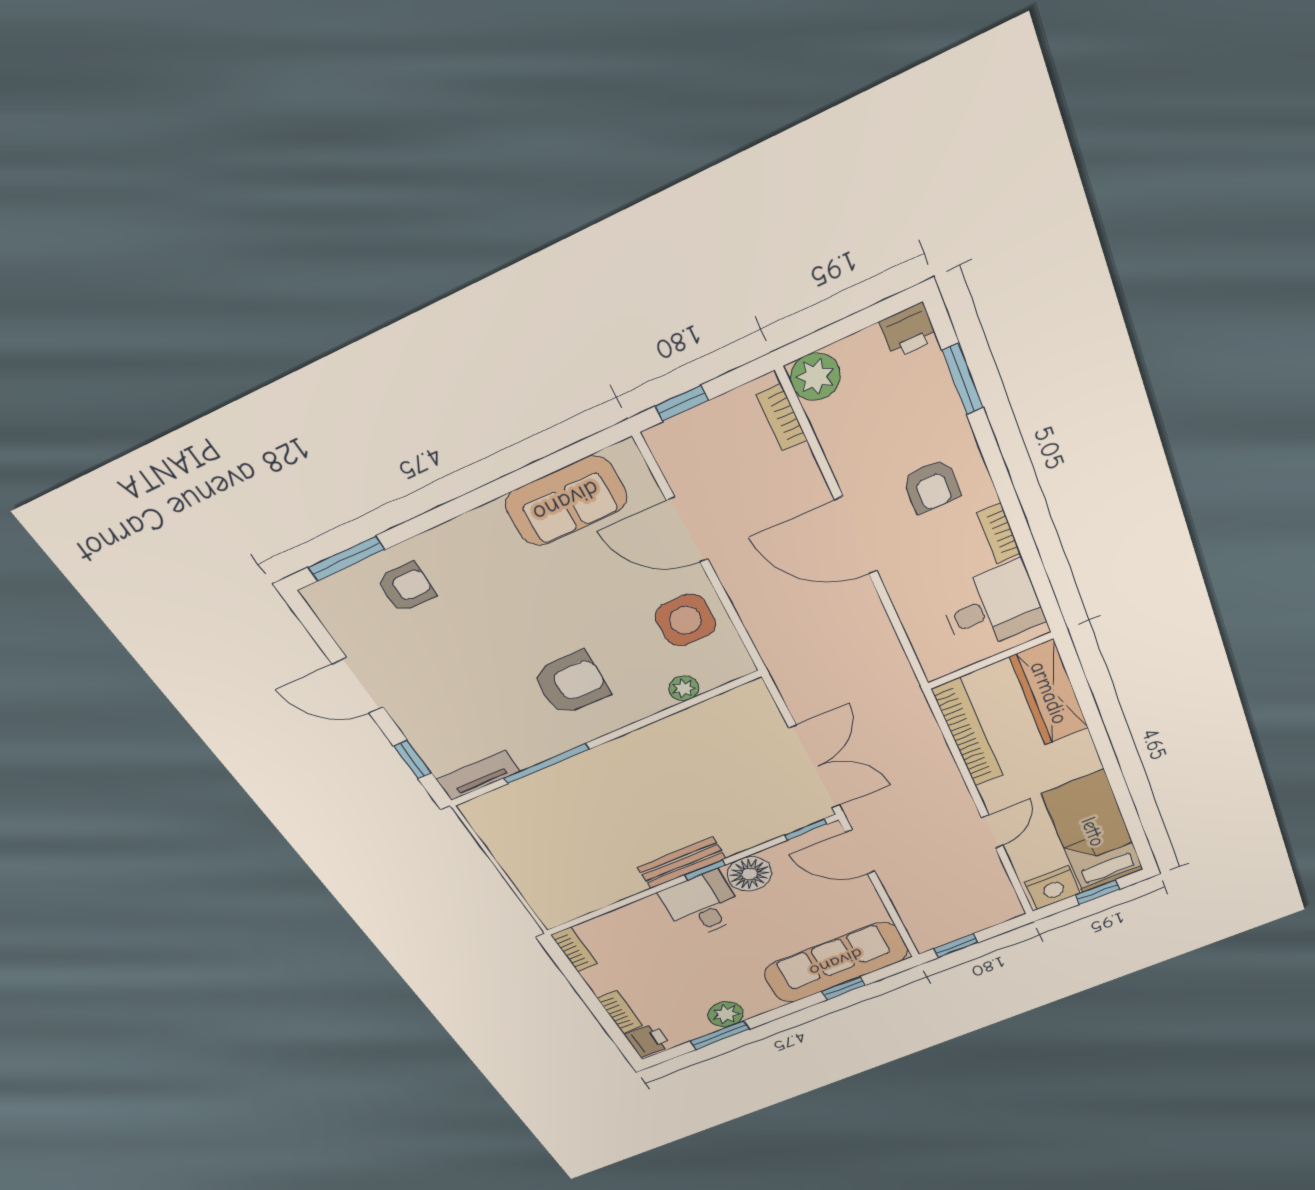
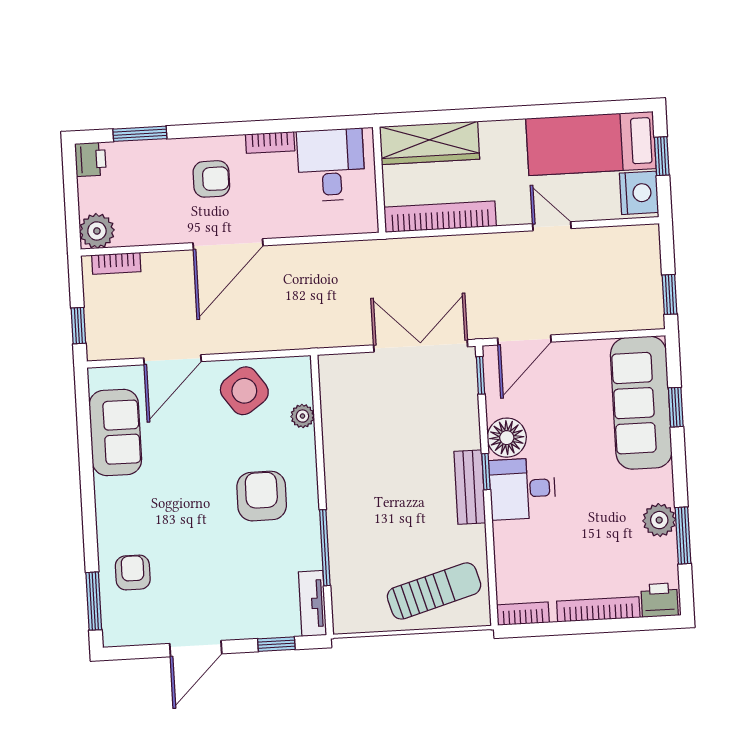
side table: (685, 620) -> (244, 391), turned -35
sun lounger: (555, 873) -> (434, 591), added
bookcase: (620, 1012) -> (598, 609), width x1.56

